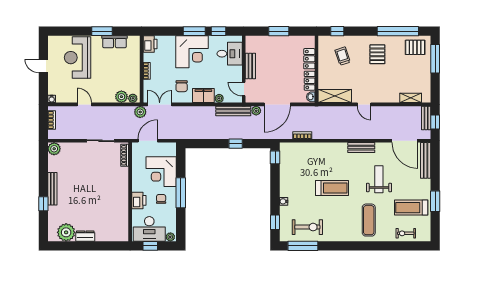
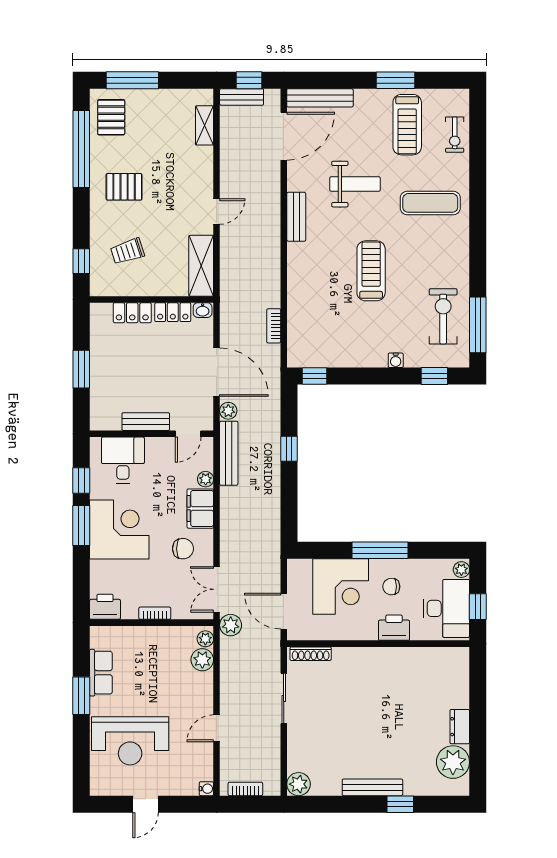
weight bench: (379, 179) -> (355, 184), turned 180

